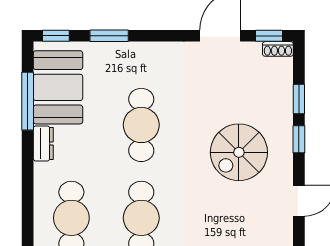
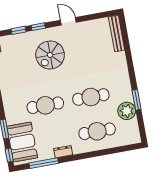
booth: (58, 87) -> (22, 142), moved, turned 90
spiral stairs: (239, 152) -> (50, 55), turned 90

